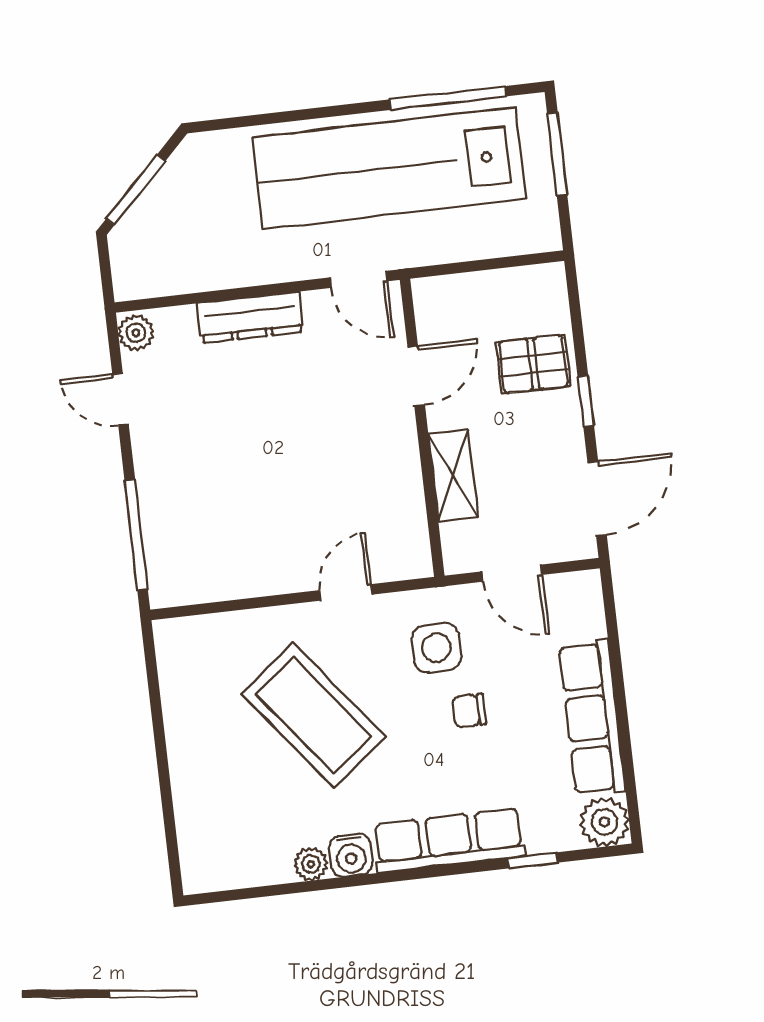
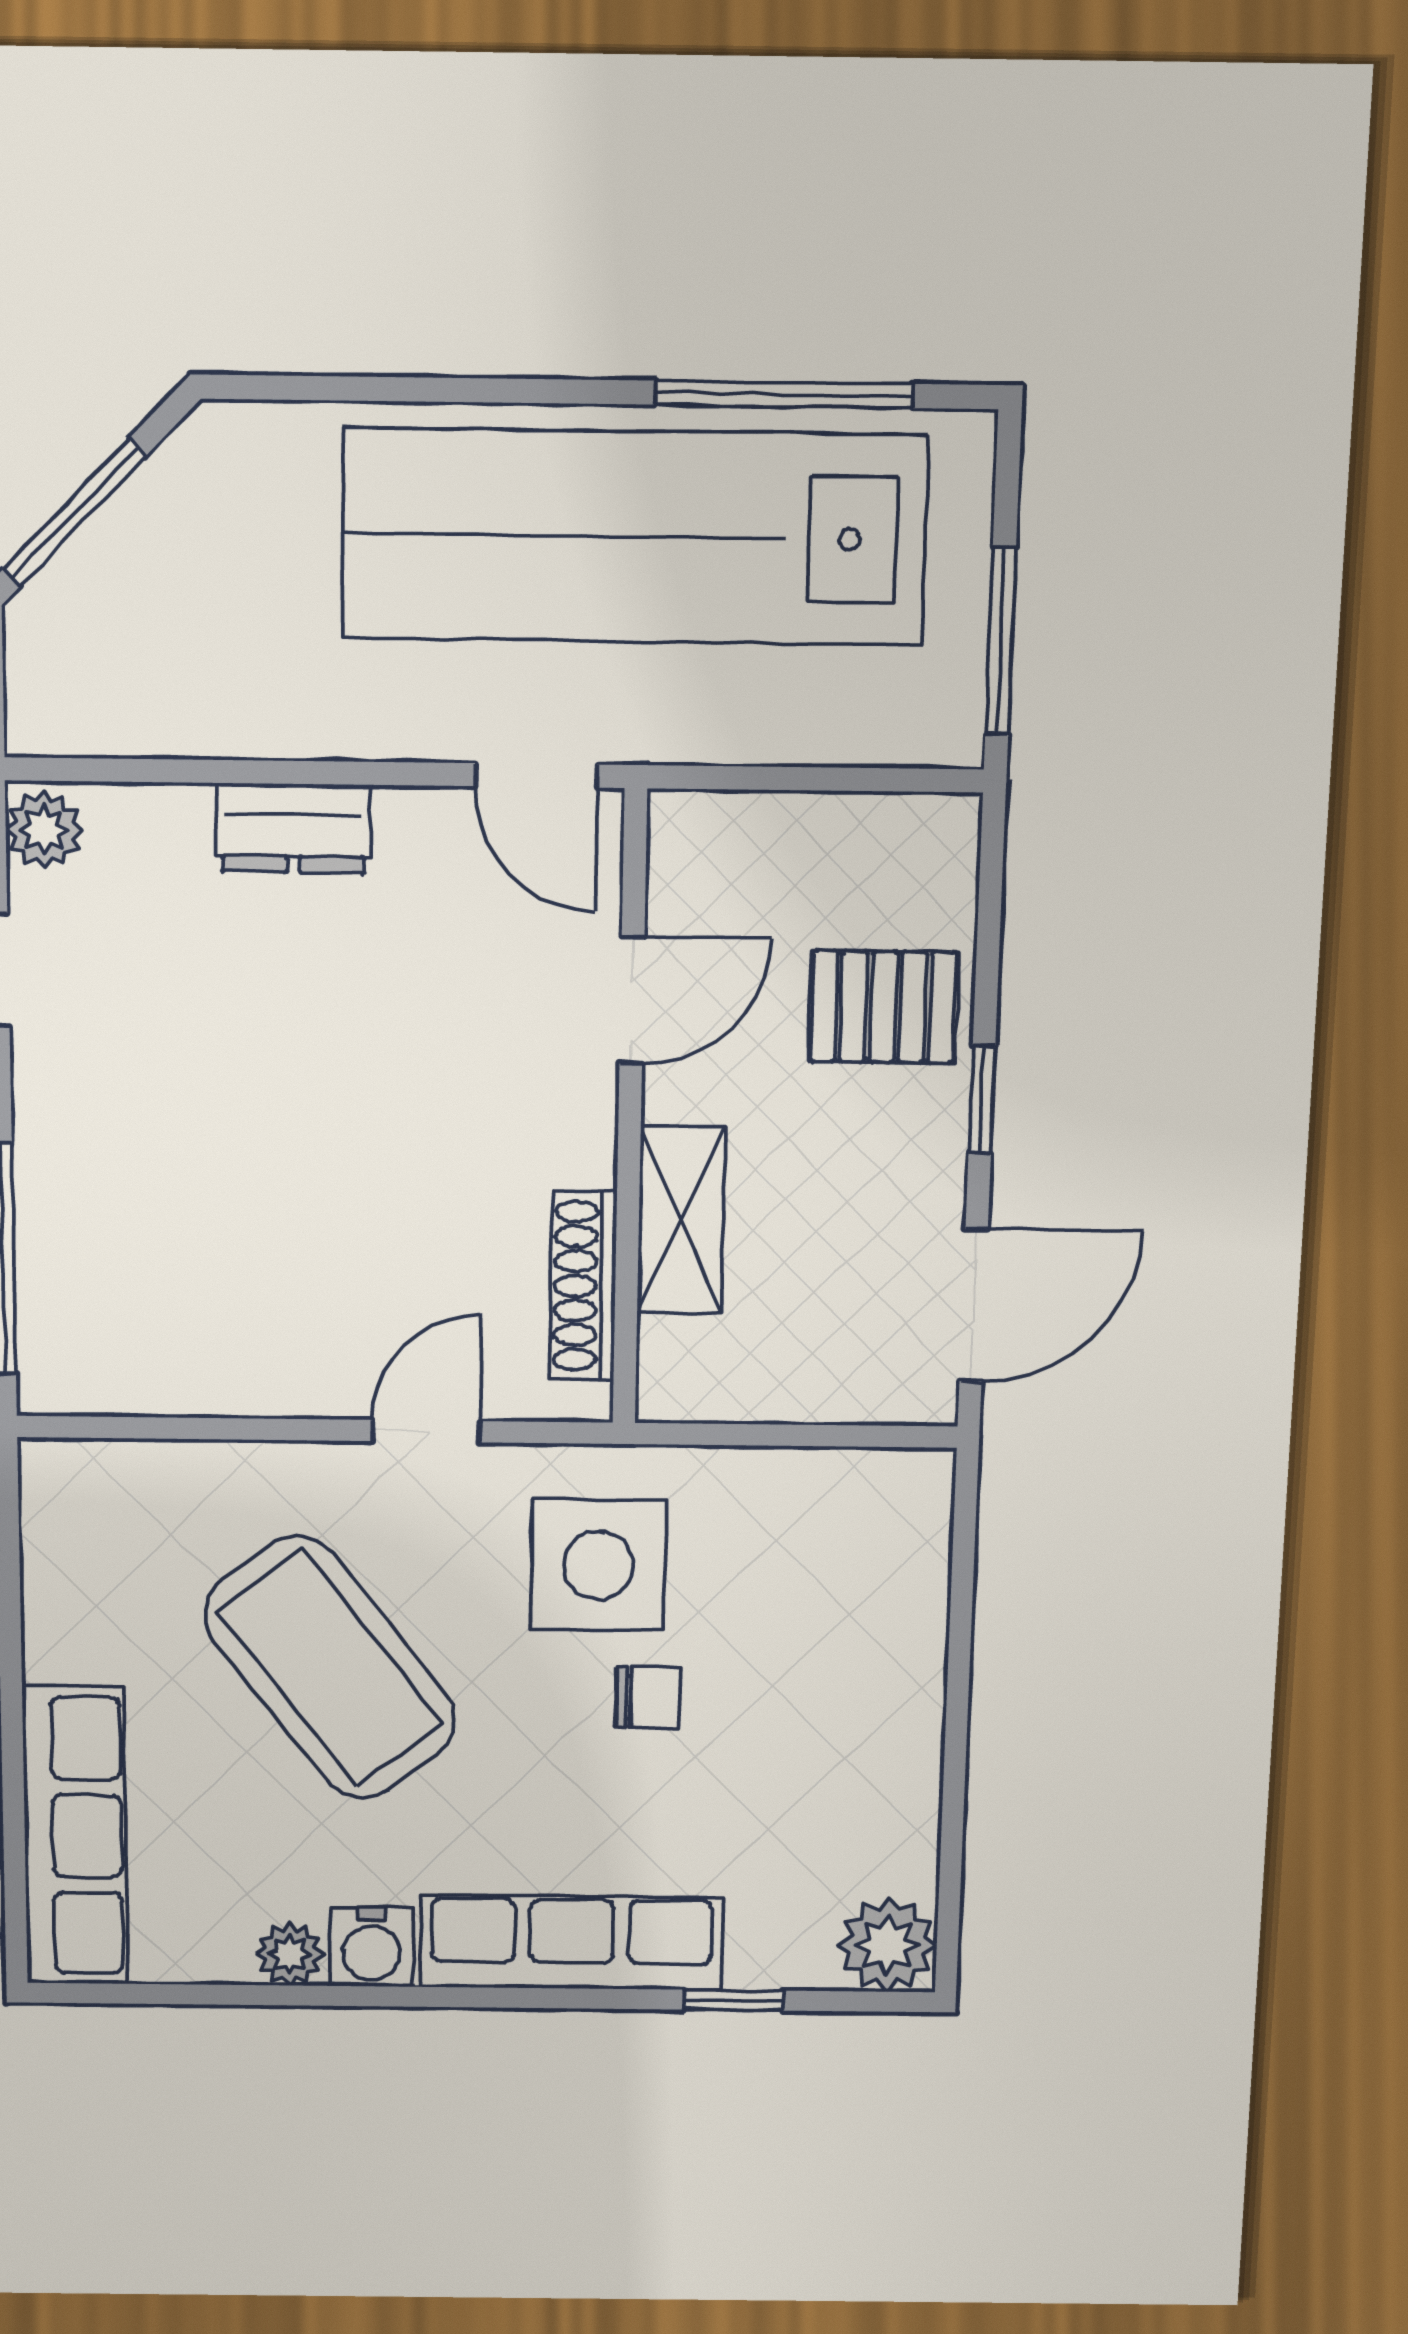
window: (557, 154) -> (1001, 641), moved
dresser: (250, 317) -> (293, 828), width x0.70
shoe rack: (411, 513) -> (583, 1286), added
door: (512, 573) -> (775, 1435), removed
side table: (437, 648) -> (598, 1565), width x1.37, depth x1.37
chair: (469, 711) -> (648, 1698), turned 180
row of seats: (592, 718) -> (75, 1836), moved, turned 180

